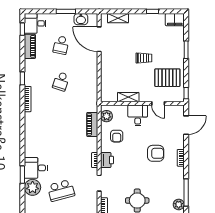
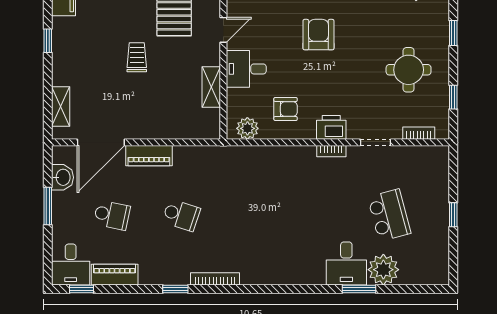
piano: (92, 124) -> (149, 156), moved

